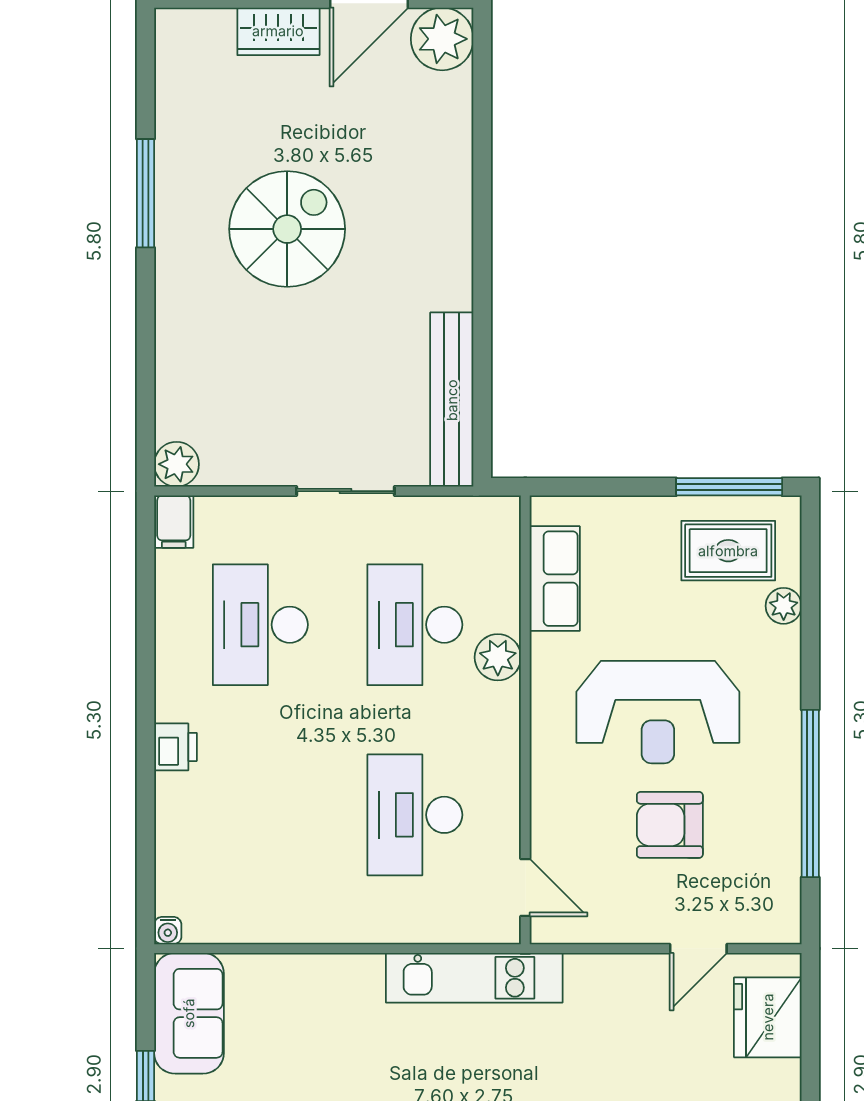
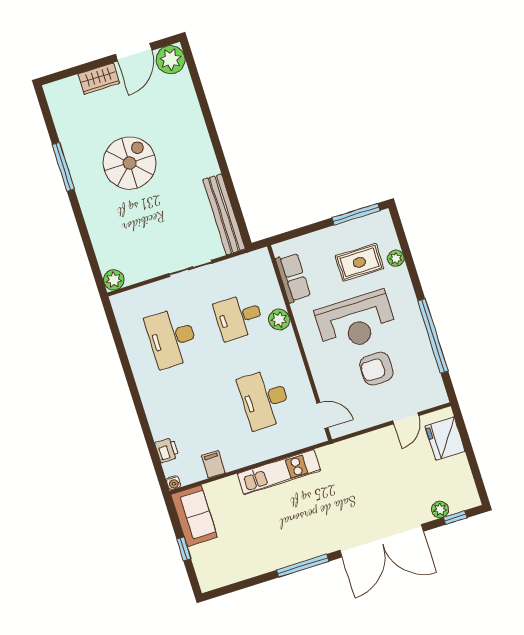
filing cabinet: (174, 522) -> (213, 464), moved, turned 180
rug: (728, 551) -> (359, 262), moved
desk: (415, 625) -> (239, 317), width x0.73
printer: (175, 747) -> (167, 450), moved
kitchen unit: (474, 978) -> (279, 472), moved

